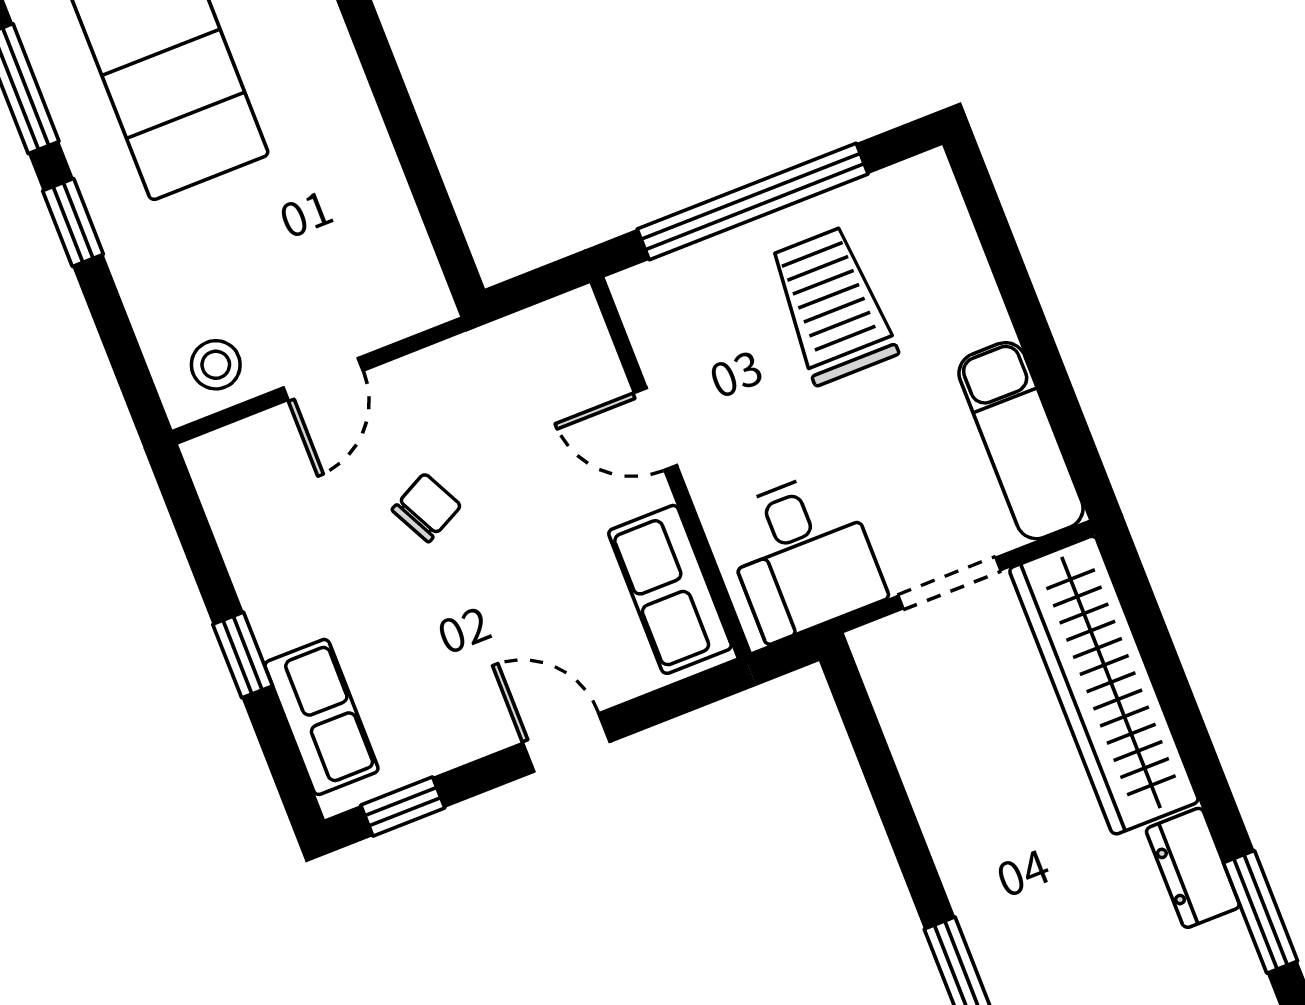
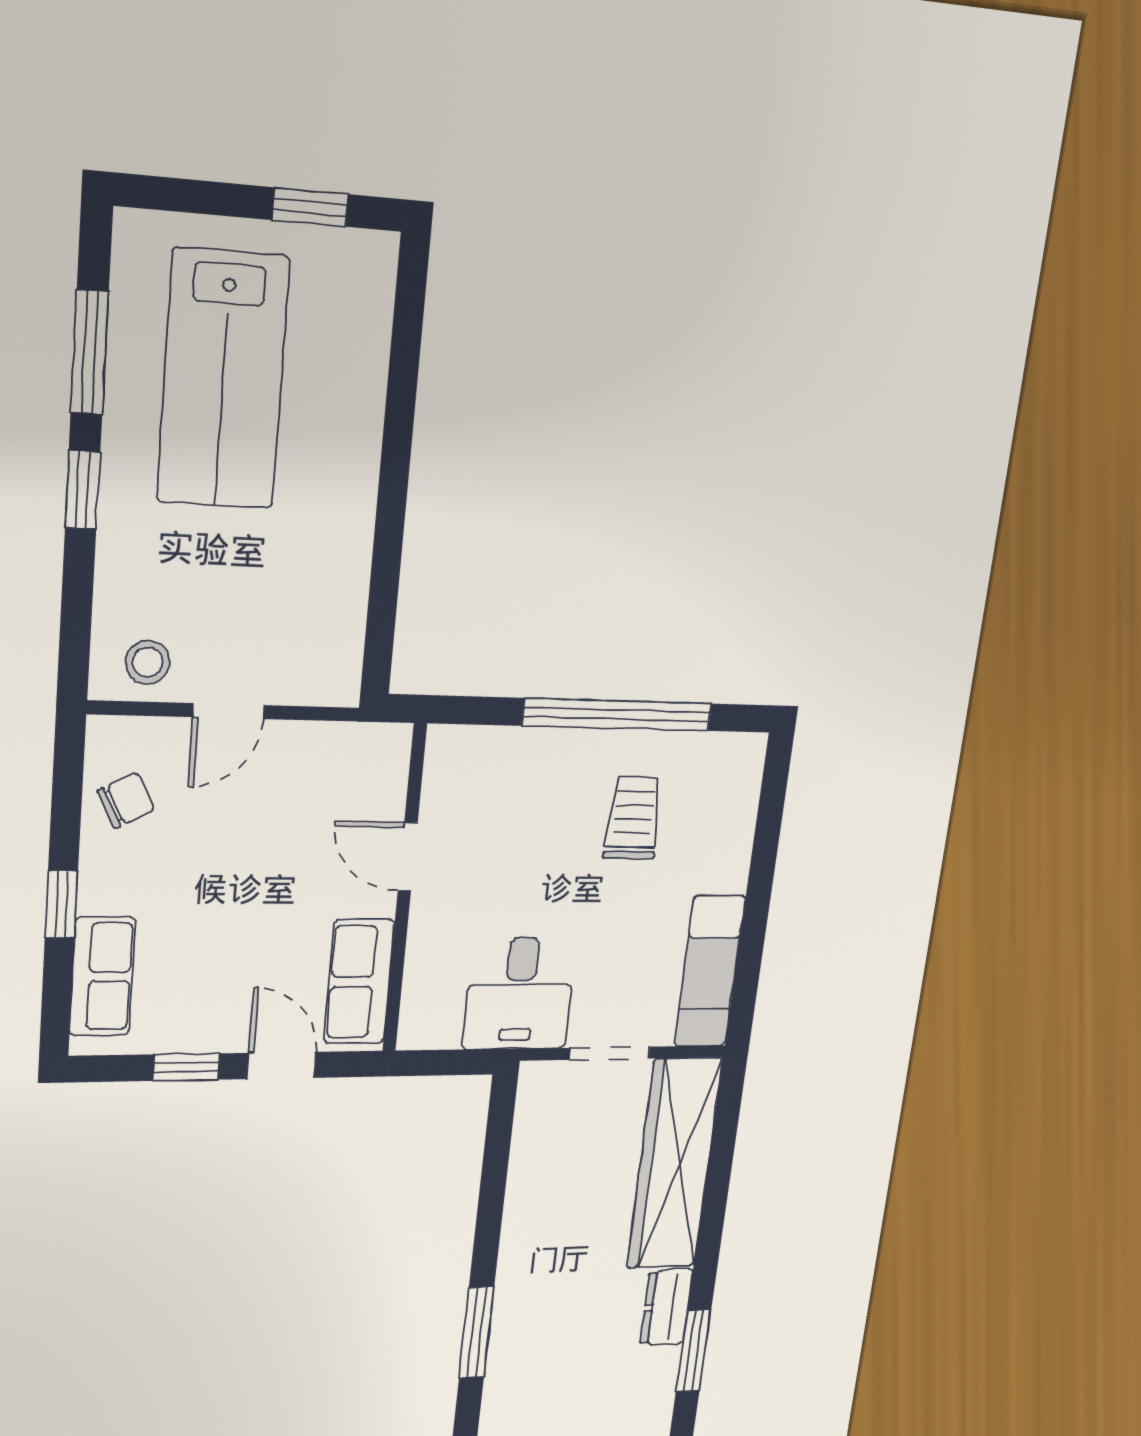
trolley: (832, 305) -> (633, 818), width x0.73, depth x0.72
door: (655, 429) -> (408, 857), moved
wall: (671, 468) -> (404, 890), moved
chair: (427, 508) -> (126, 800), moved
row of seats: (670, 589) -> (359, 982), moved
window: (403, 807) -> (186, 1067), moved

